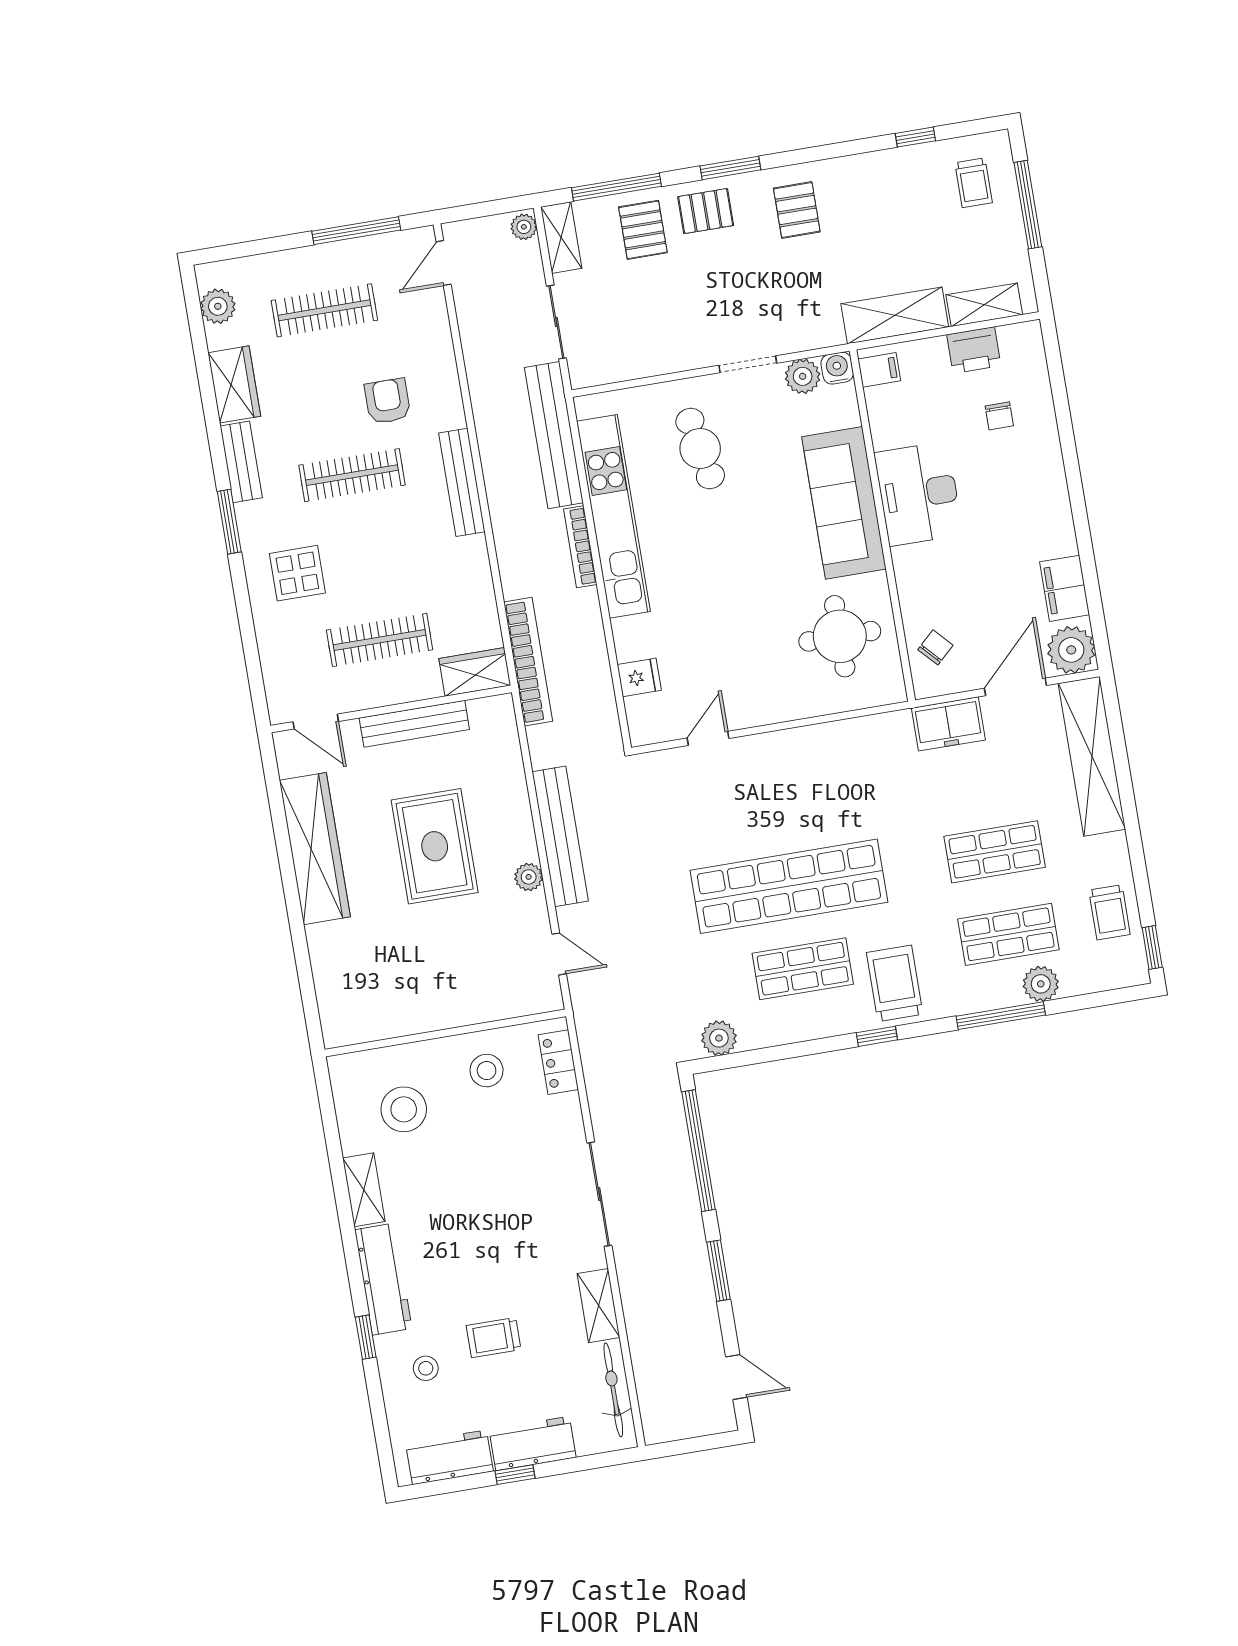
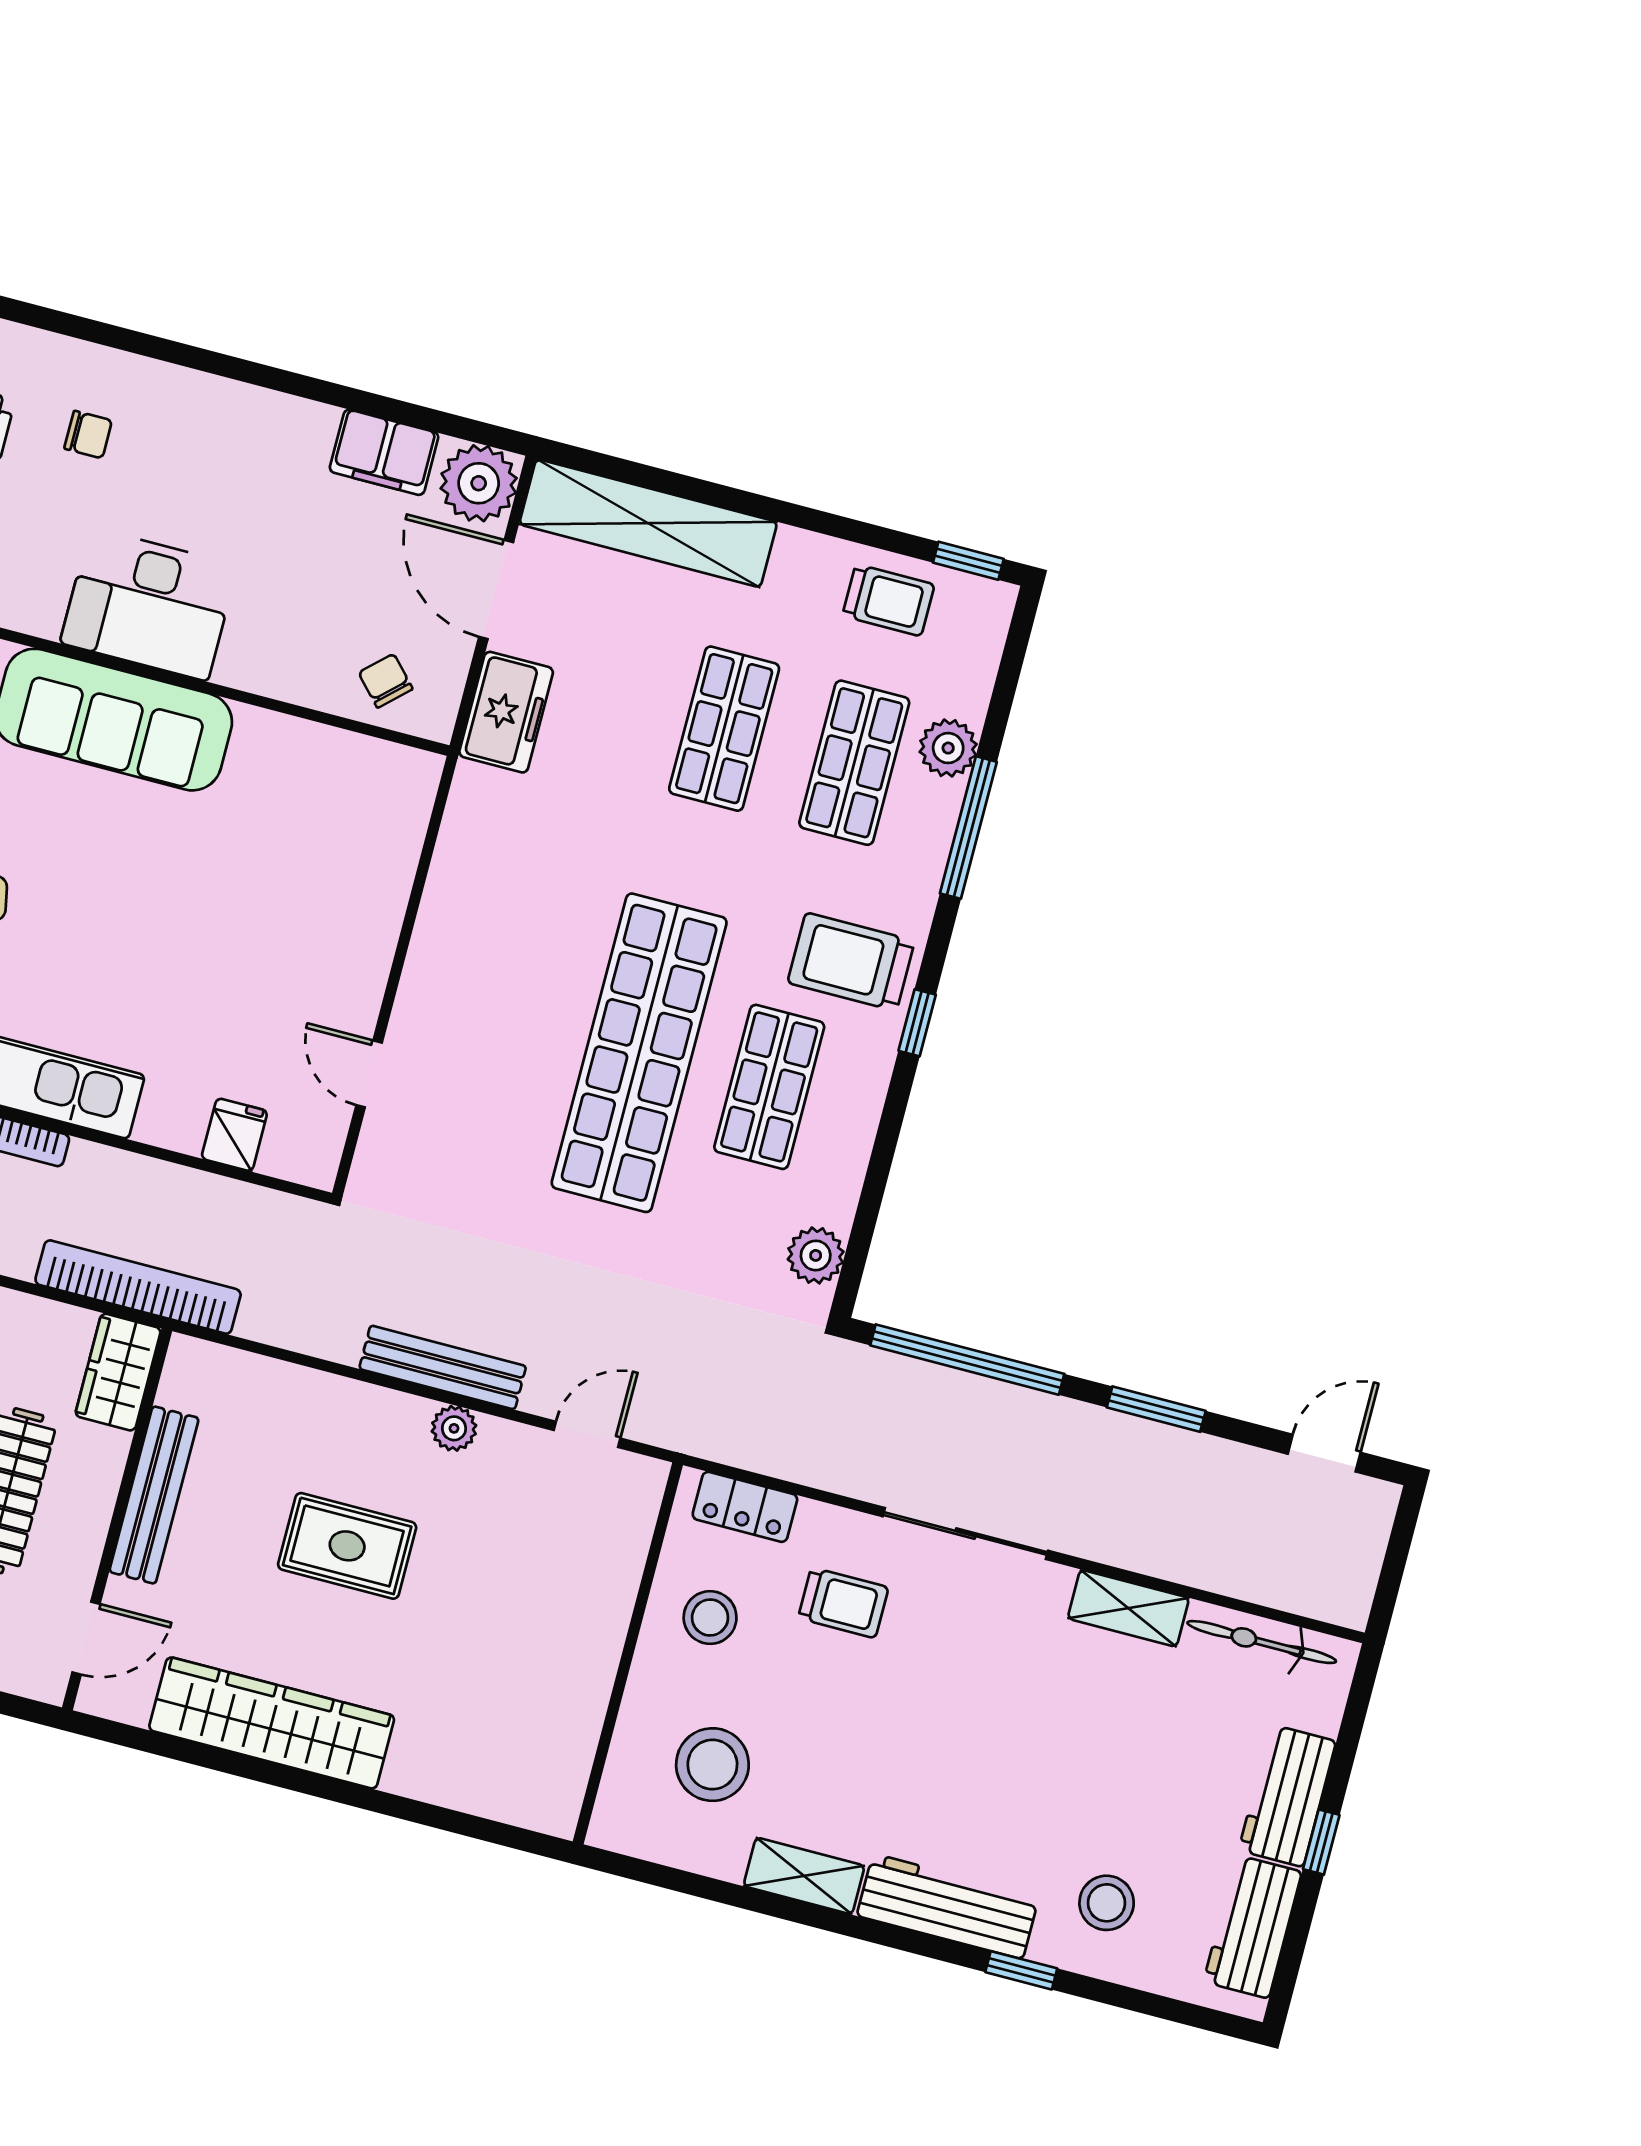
round table: (840, 636) -> (306, 814), removed
bench: (560, 836) -> (443, 1367), width x0.73, depth x0.82
rug: (435, 846) -> (347, 1546), width x0.73, depth x0.70
trolley: (494, 1338) -> (843, 1603), moved, turned -90
stool: (426, 1368) -> (1107, 1903), width x1.37, depth x1.37

